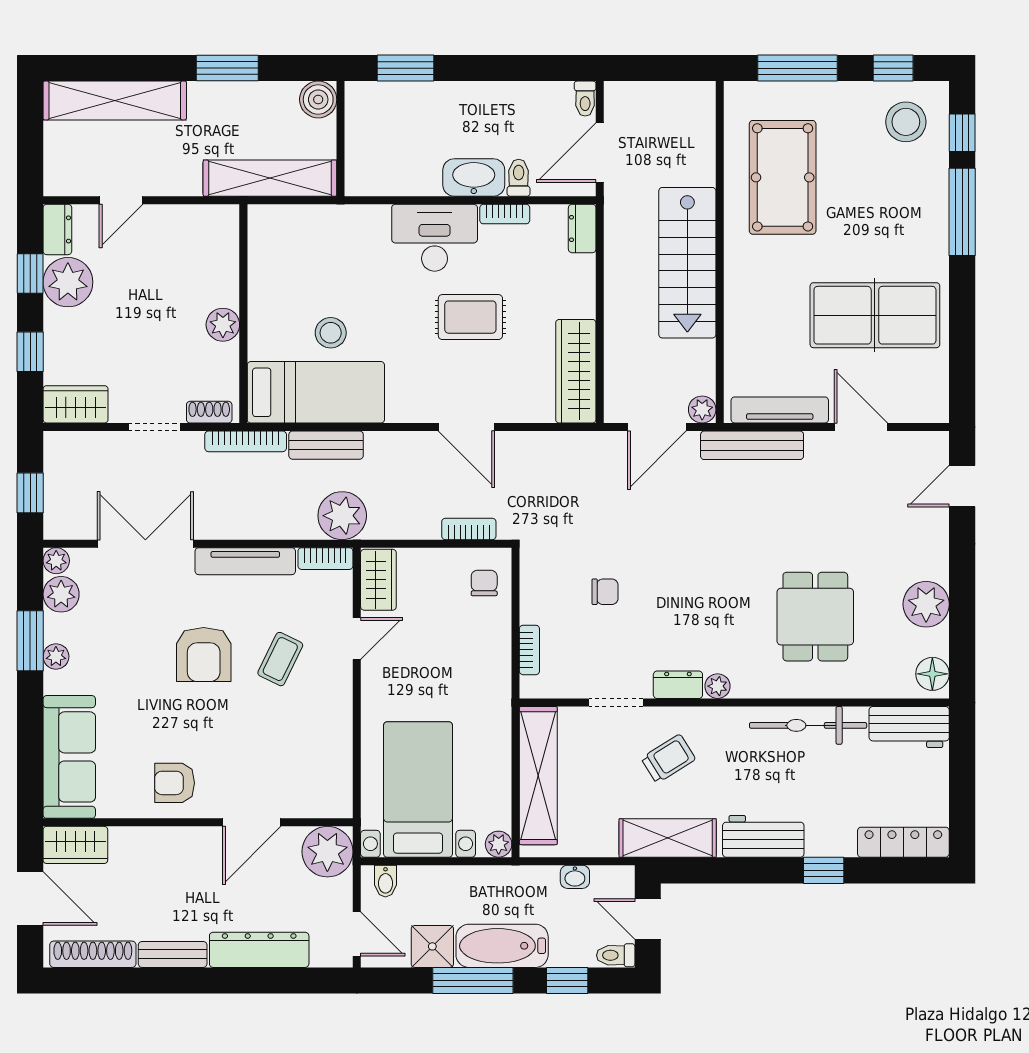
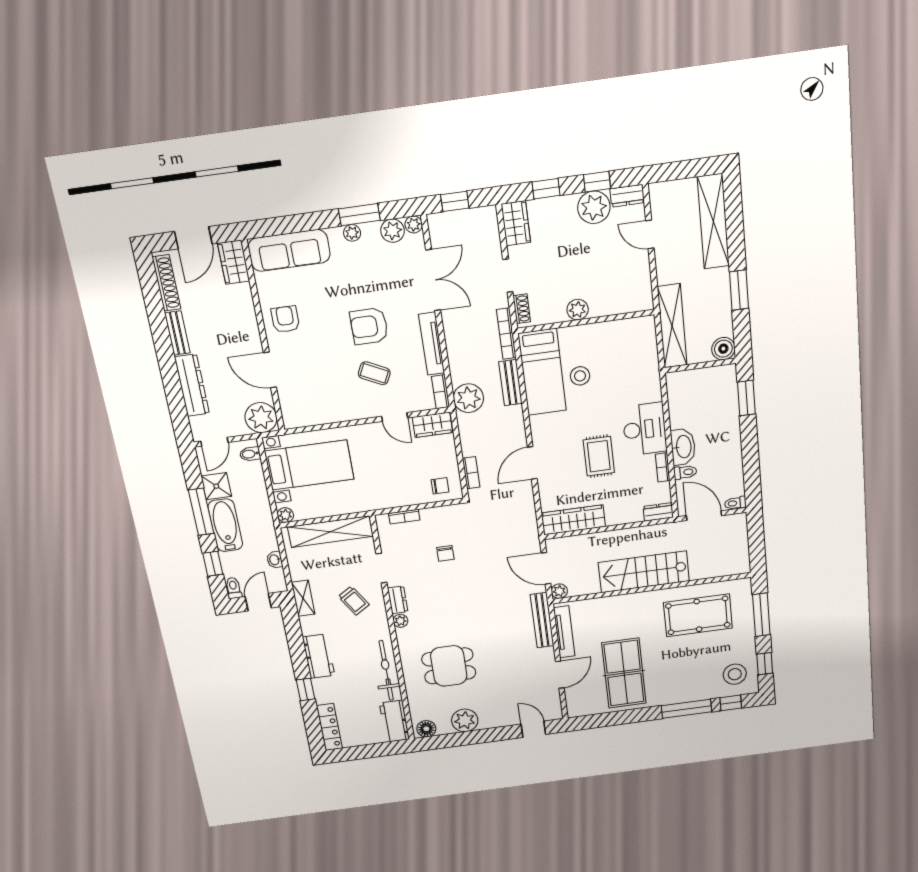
shelving: (668, 838) -> (303, 598), width x0.67, depth x0.75

